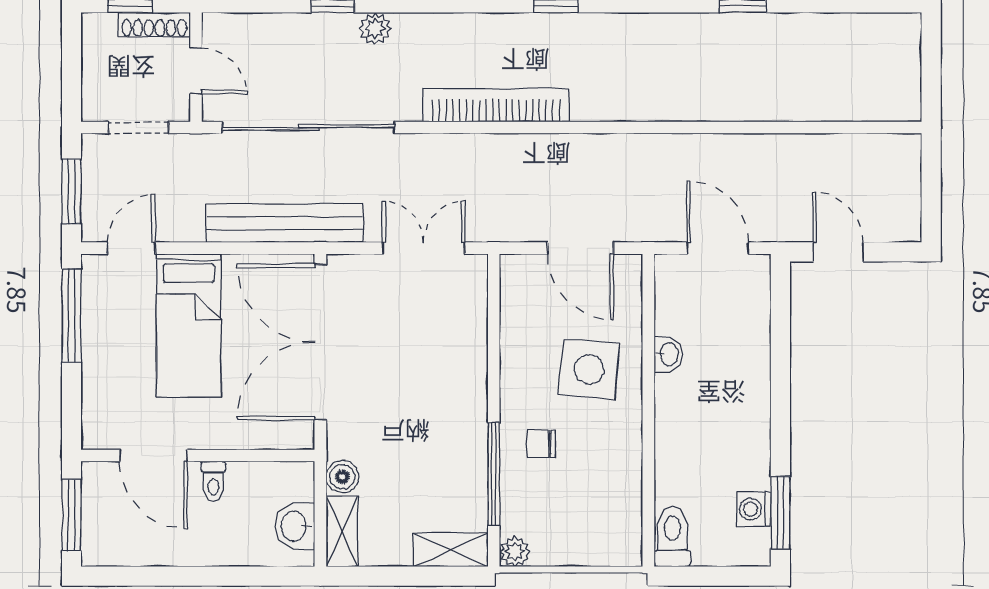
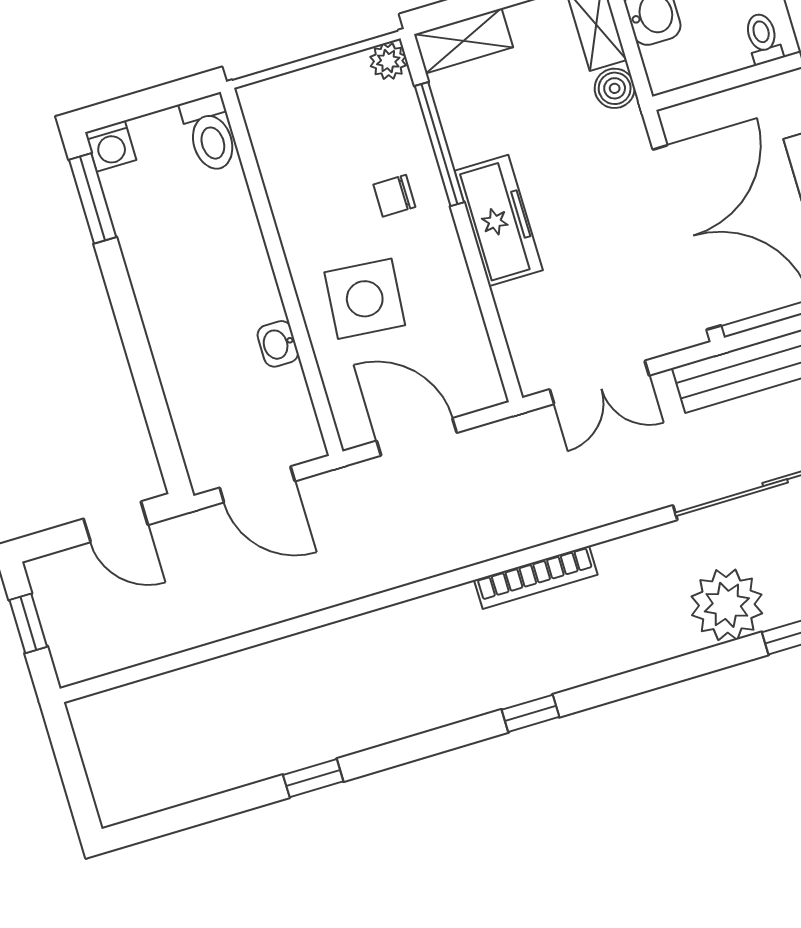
plant: (375, 28) -> (727, 605), width x1.87, depth x1.87
bookcase: (496, 105) -> (536, 577), width x0.68, depth x0.76
window: (931, 192) -> (28, 623), added
freezer: (465, 400) -> (499, 221), added
chair: (541, 444) -> (394, 196), turned 180
washing machine: (754, 509) -> (111, 146), moved, turned 90

